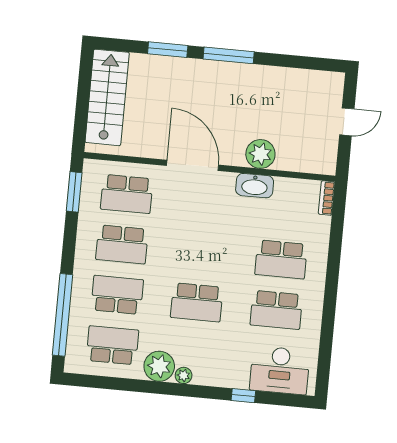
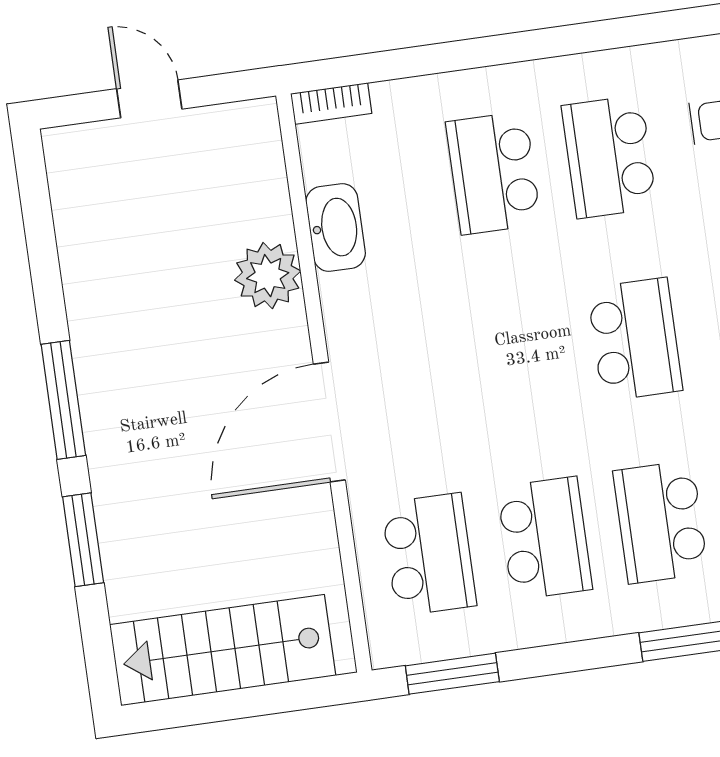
washbasin: (255, 186) -> (336, 228), moved
school desk: (281, 259) -> (493, 173), turned 180
school desk: (276, 310) -> (609, 157), turned 180

